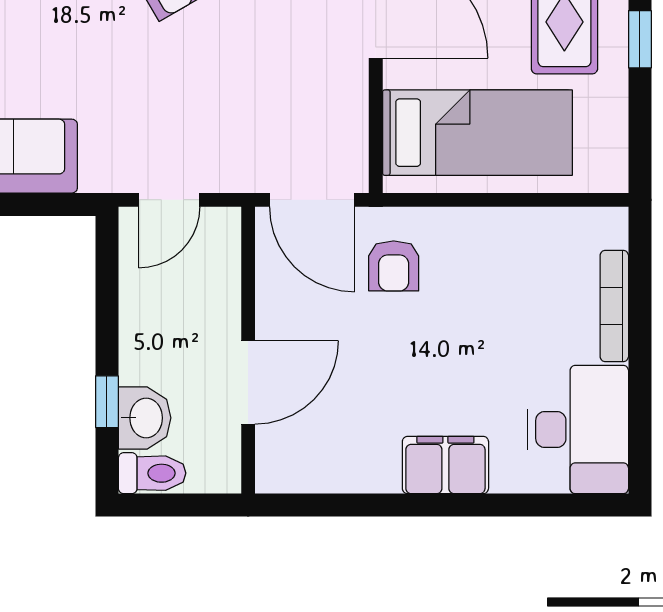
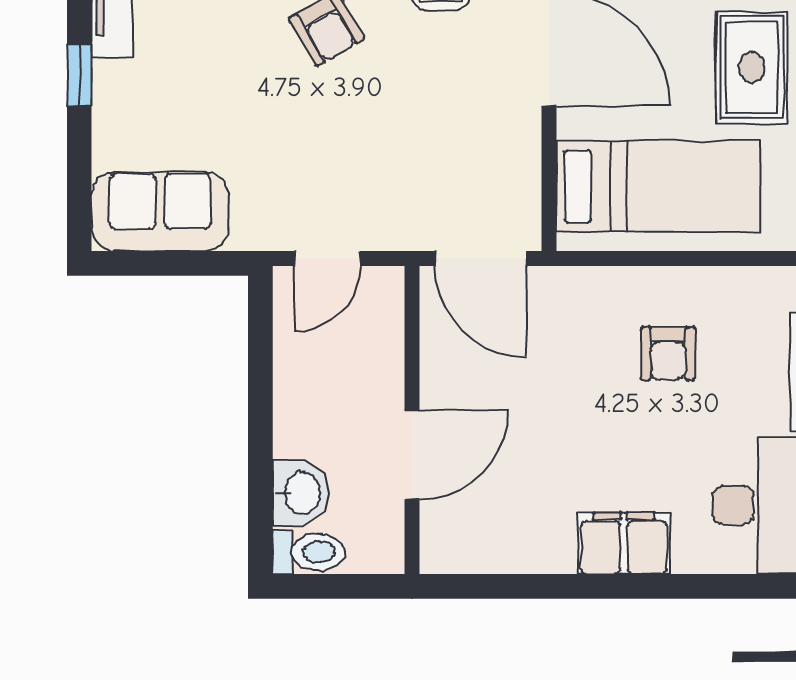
armchair: (394, 266) -> (668, 354), moved
window: (107, 402) -> (260, 475), removed

